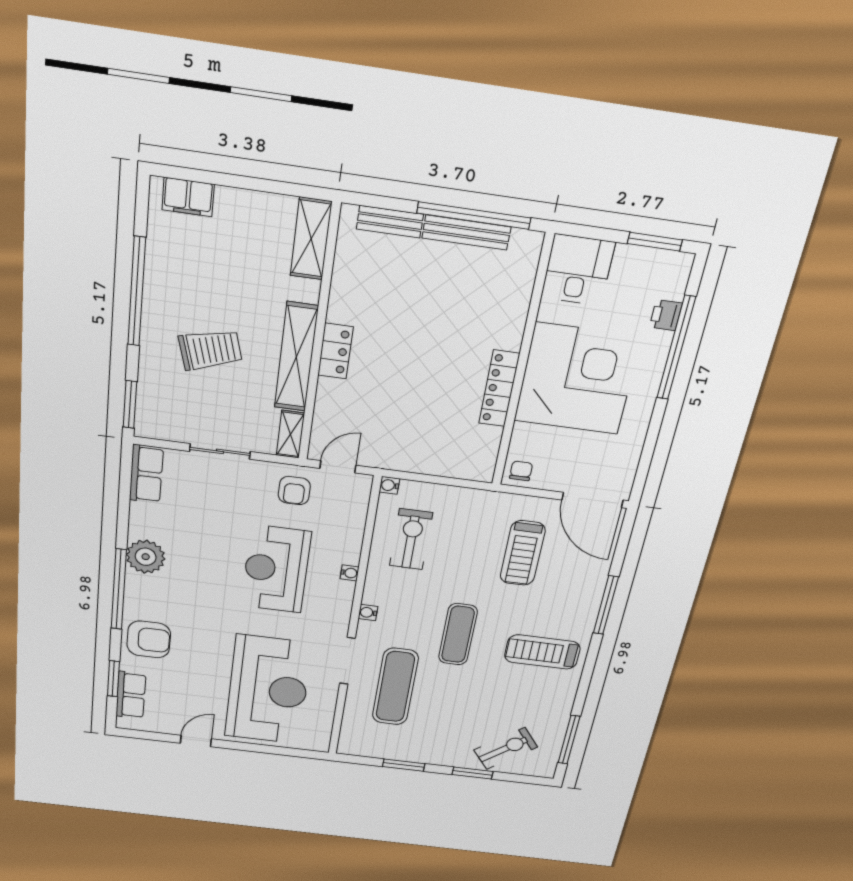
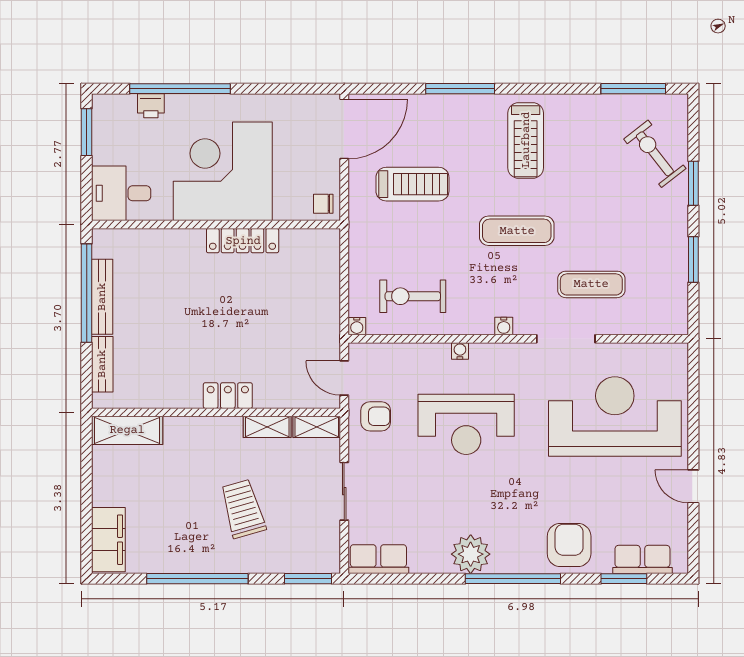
filing cabinet: (188, 197) -> (108, 540), width x1.50, depth x1.17
shelving: (296, 357) -> (267, 427), width x0.45, depth x0.75
exercise mat: (395, 687) -> (591, 284), width x0.73, depth x0.69

